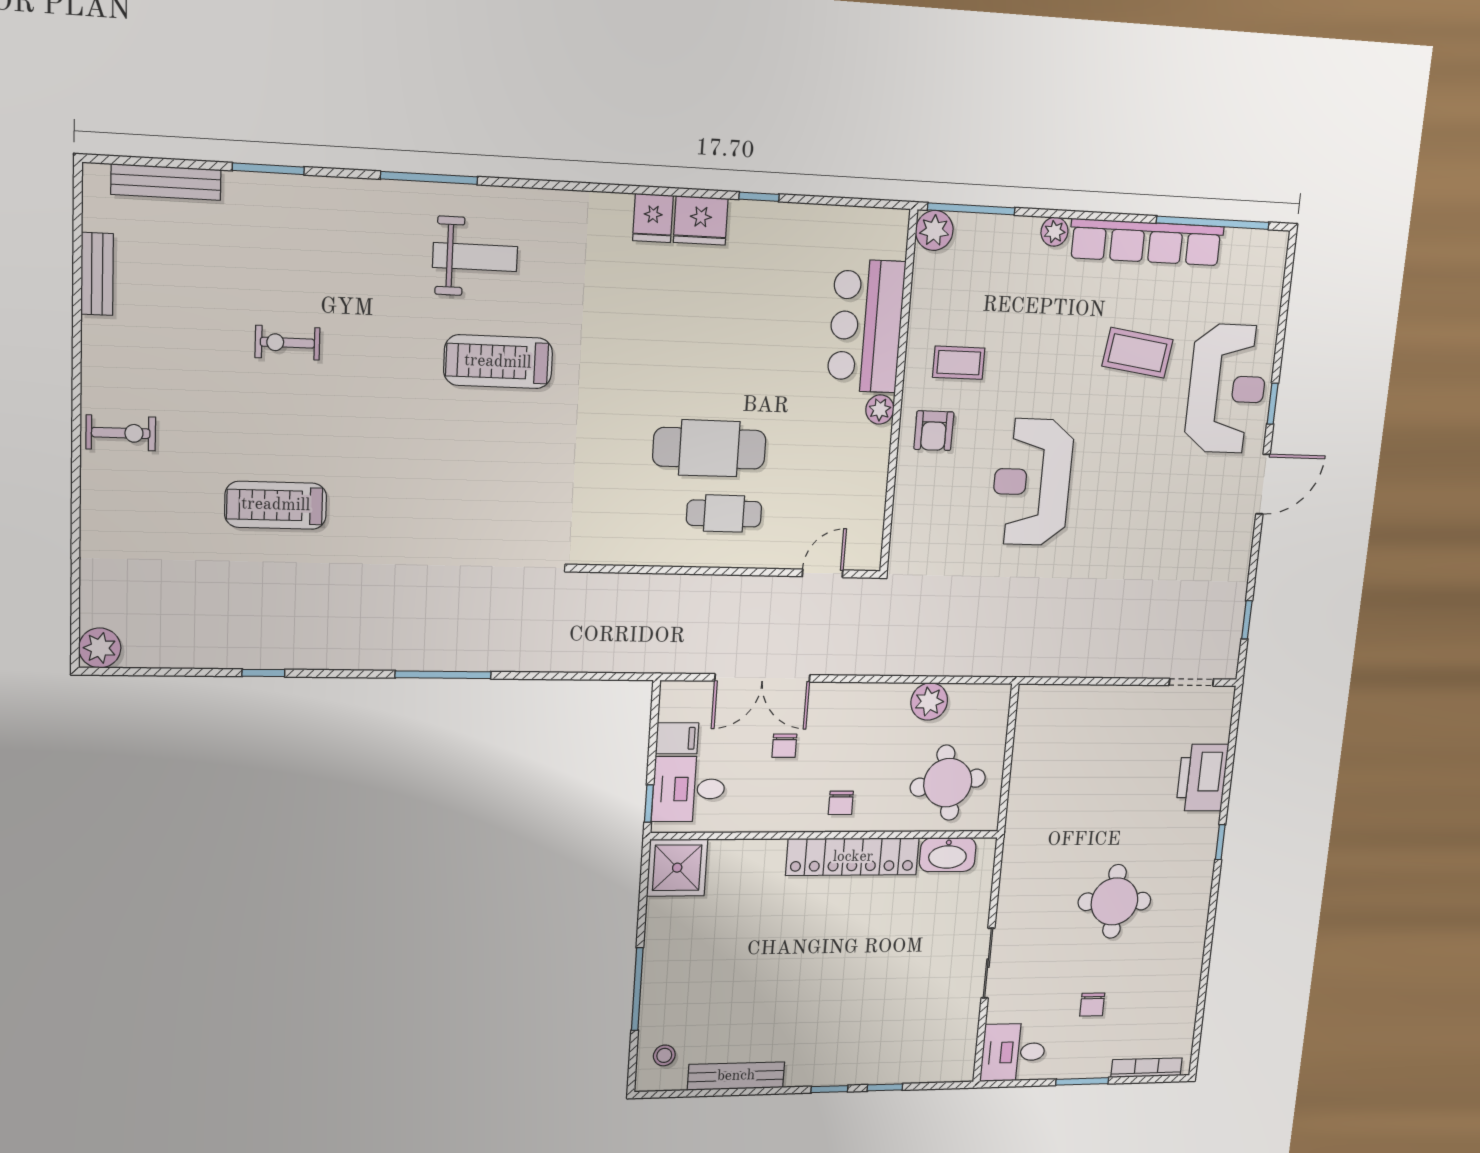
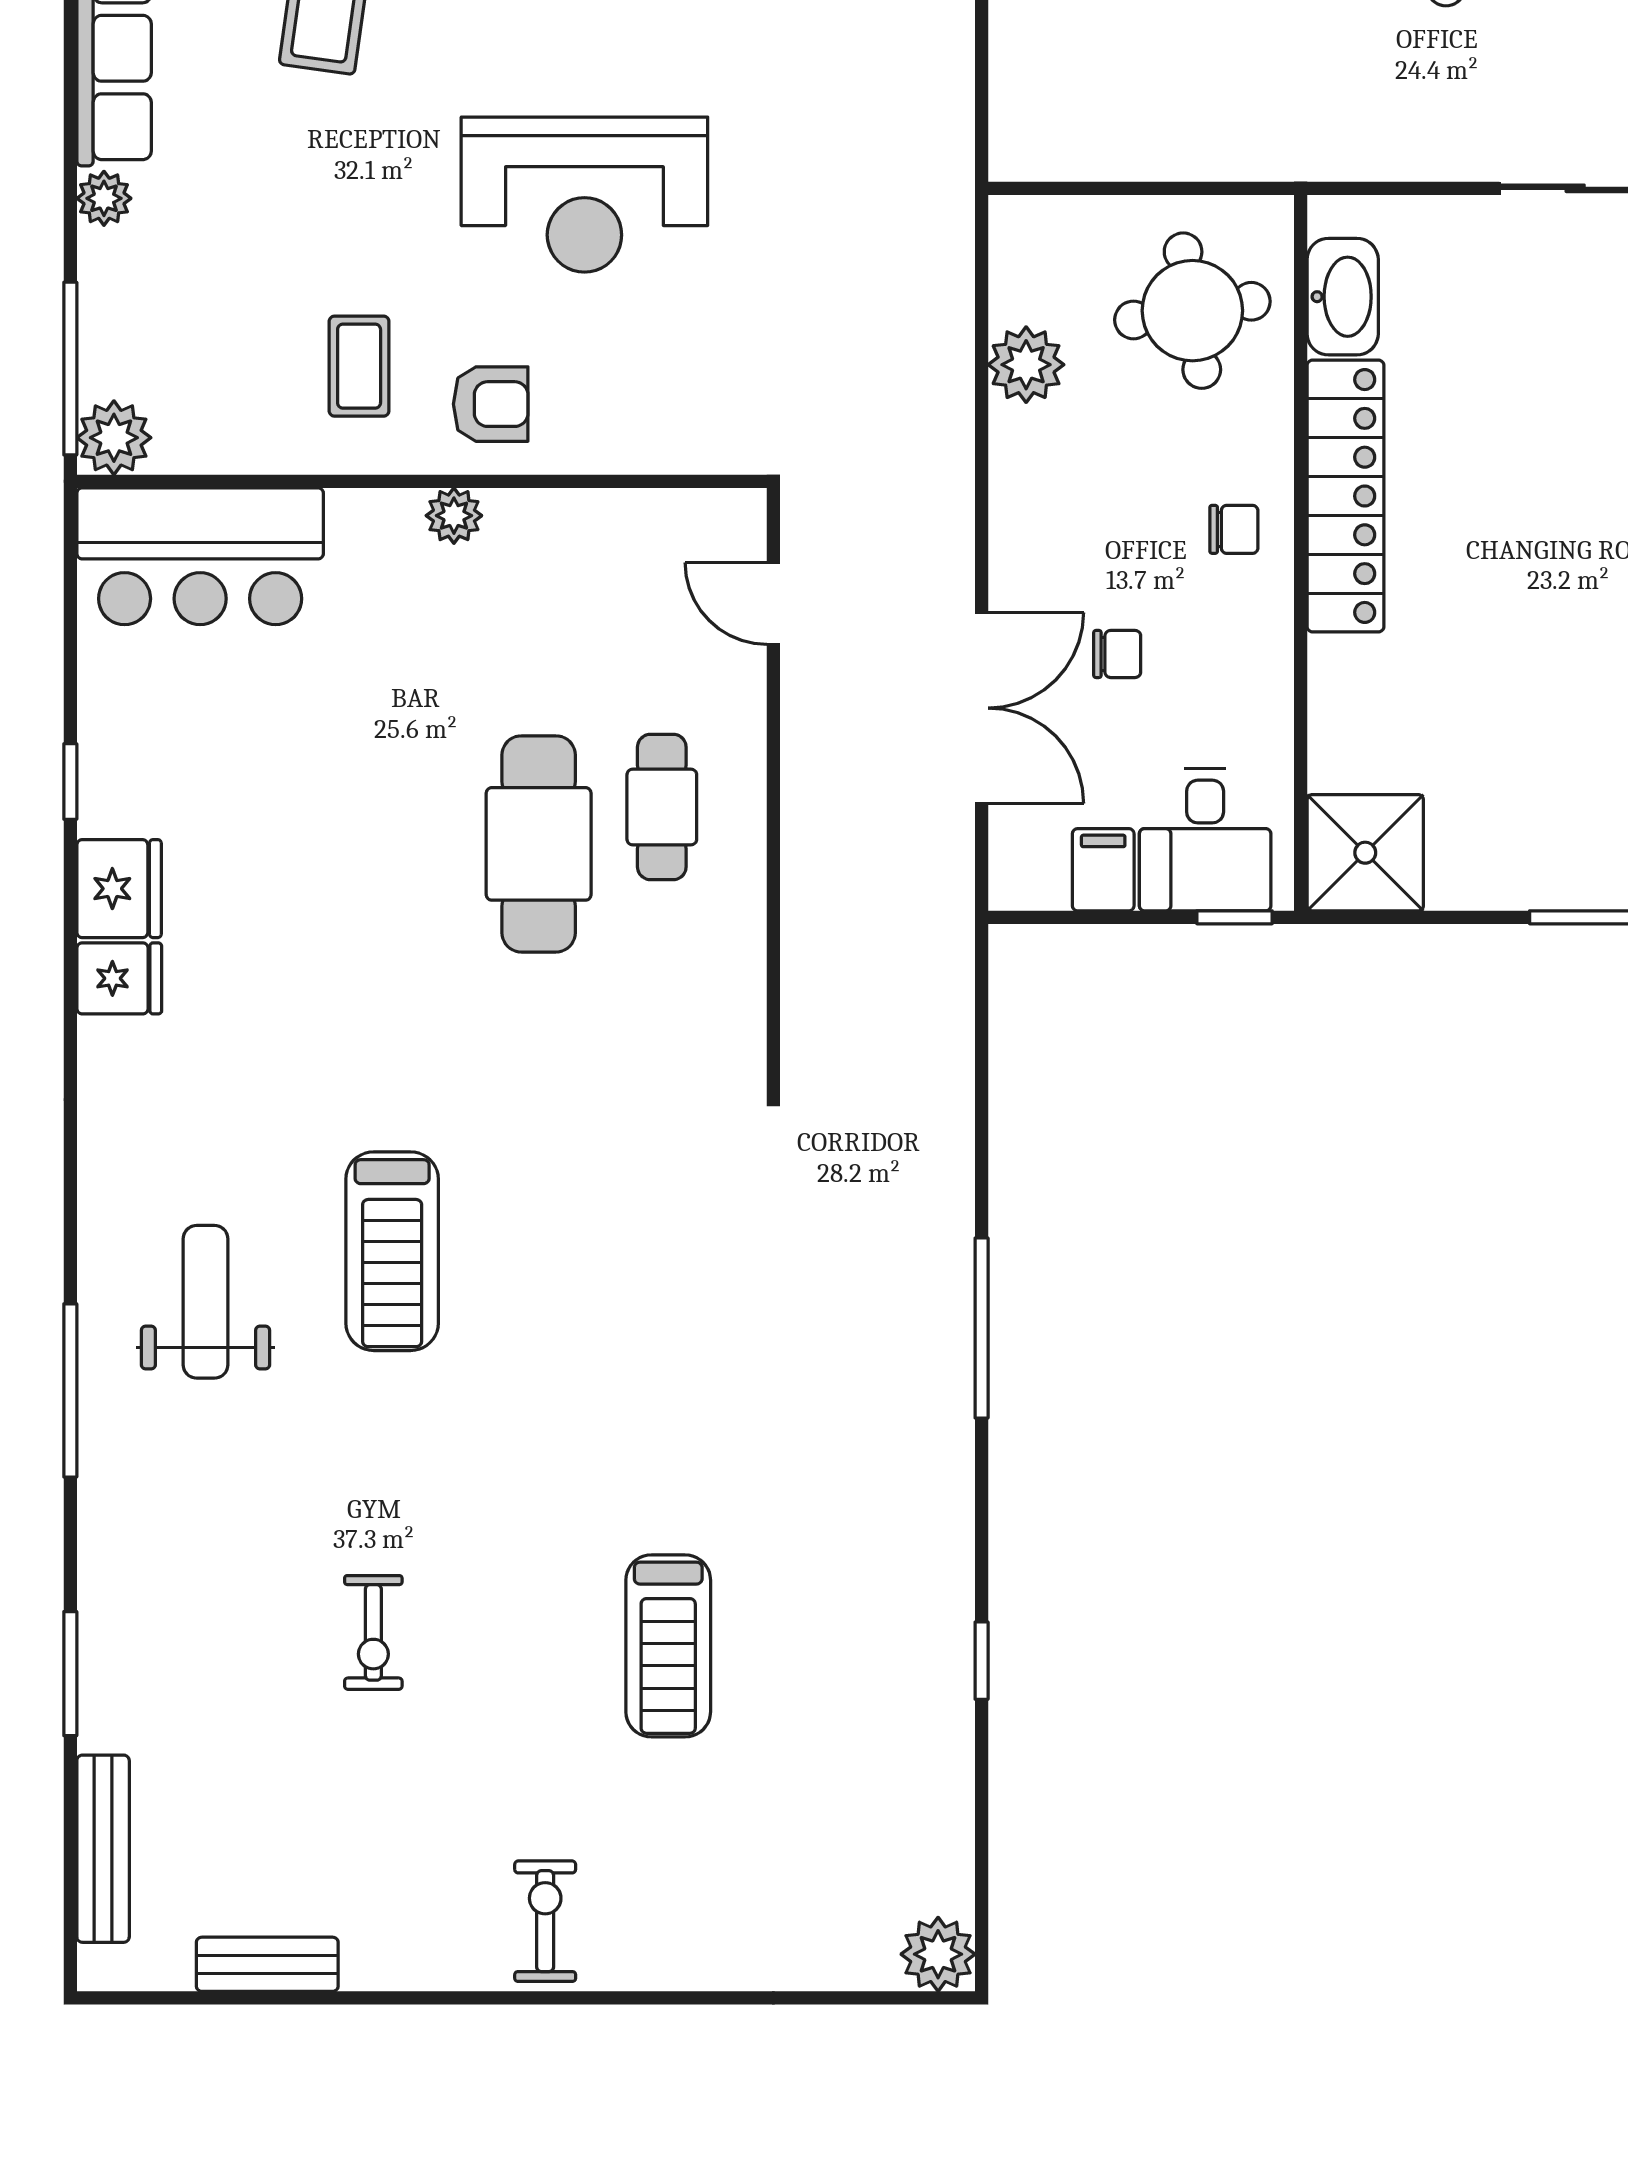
bar counter: (866, 326) -> (200, 556), moved

